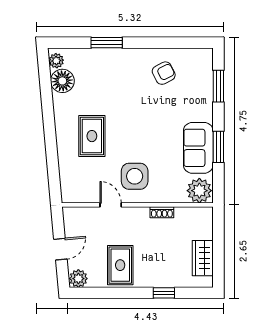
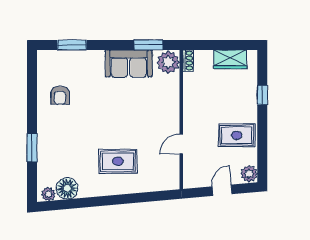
armchair: (164, 73) -> (60, 95), turned -153
window: (218, 147) -> (149, 45), moved
side table: (135, 176) -> (155, 122), removed
shoe rack: (162, 212) -> (188, 61), moved
door: (60, 249) -> (222, 190), hinge flipped

